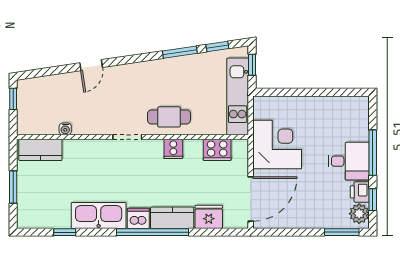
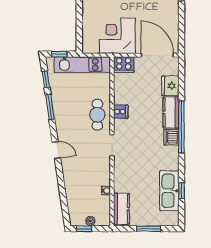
door: (91, 65) -> (56, 150), moved
plant: (24, 108) -> (90, 221), added
cooker: (217, 150) -> (124, 65), moved, turned 90
kitchen sink: (99, 215) -> (169, 191), moved

